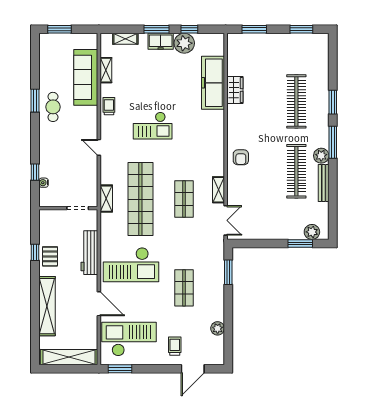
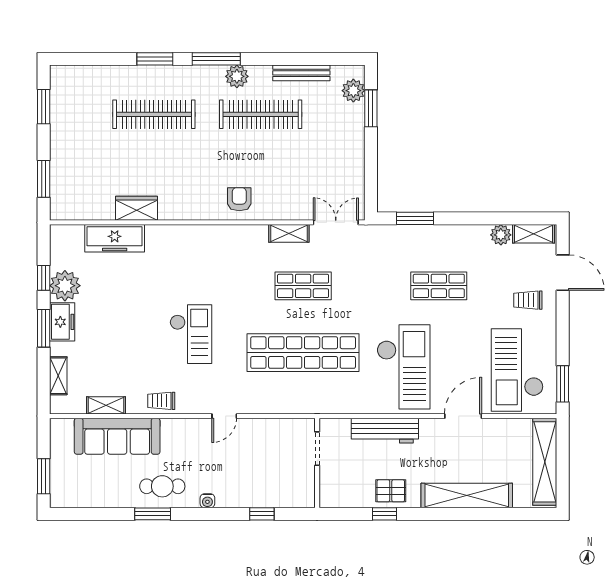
freezer: (213, 83) -> (115, 238), width x0.73, depth x0.79
armchair: (241, 157) -> (239, 199), turned -90
water cooler: (44, 183) -> (207, 501), moved
bench: (324, 183) -> (301, 73), moved
shelving: (106, 199) -> (533, 234), moved

